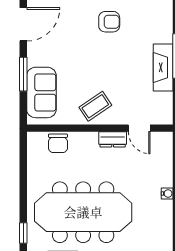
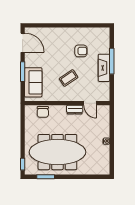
armchair: (109, 22) -> (81, 51), moved
door: (23, 24) -> (23, 43), hinge flipped
coffee table: (95, 106) -> (69, 78), moved

